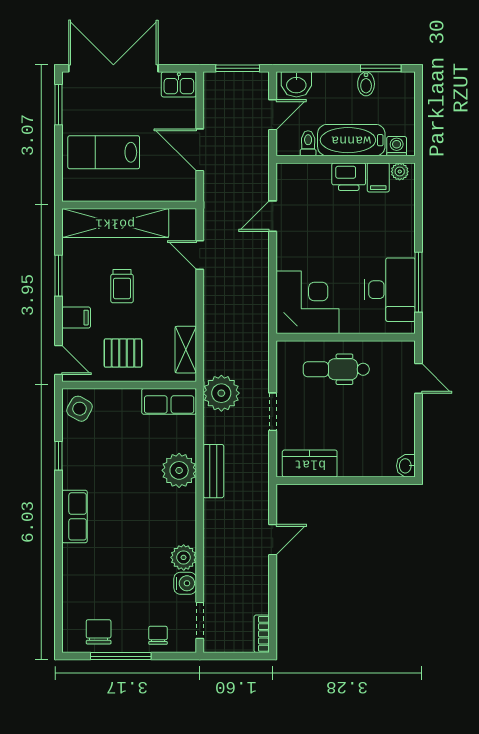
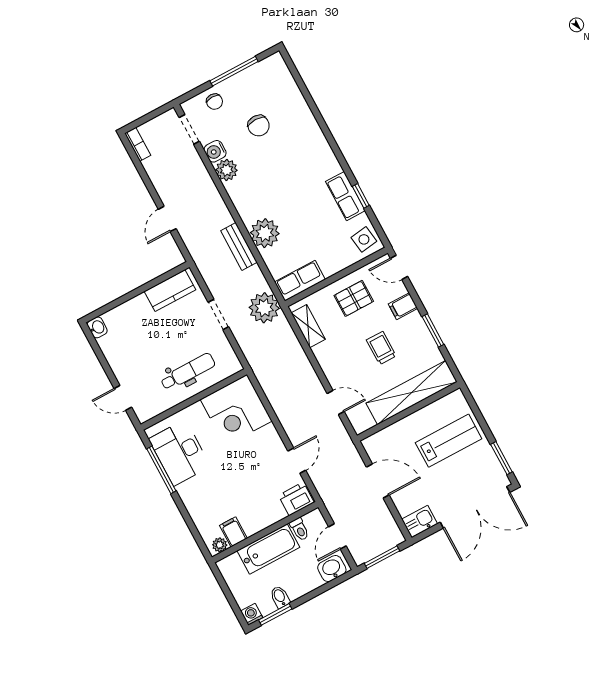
washing machine: (397, 146) -> (252, 614), moved, turned 180
printer: (349, 177) -> (296, 499), moved
side table: (80, 409) -> (364, 239), turned -37
row of seats: (75, 516) -> (345, 196), moved
chair: (99, 632) -> (259, 126), moved

